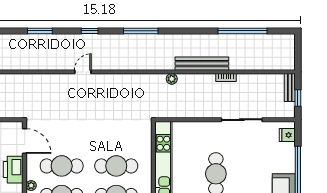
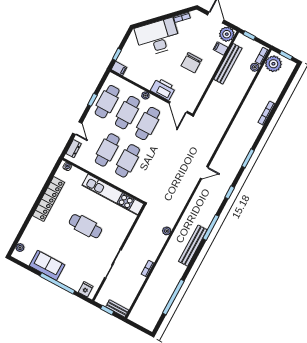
bench: (202, 64) -> (193, 246), moved
door: (83, 72) -> (204, 173), hinge flipped
door: (25, 141) -> (178, 107), hinge flipped

